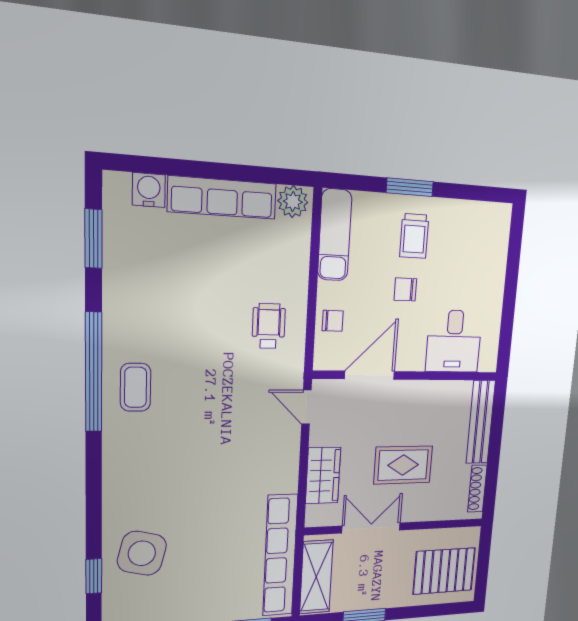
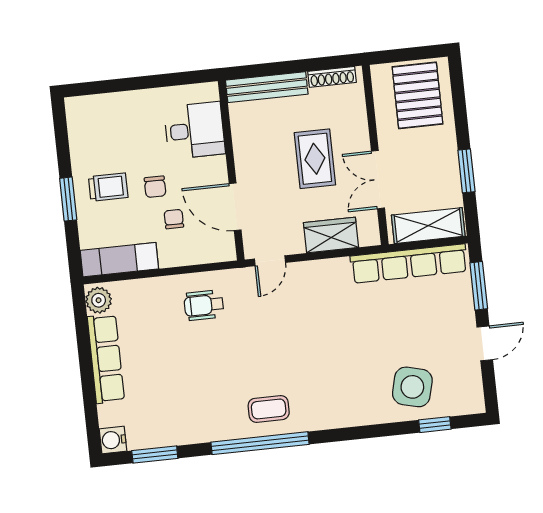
water cooler: (149, 190) -> (113, 440), moved
chair: (333, 321) -> (174, 219), moved

